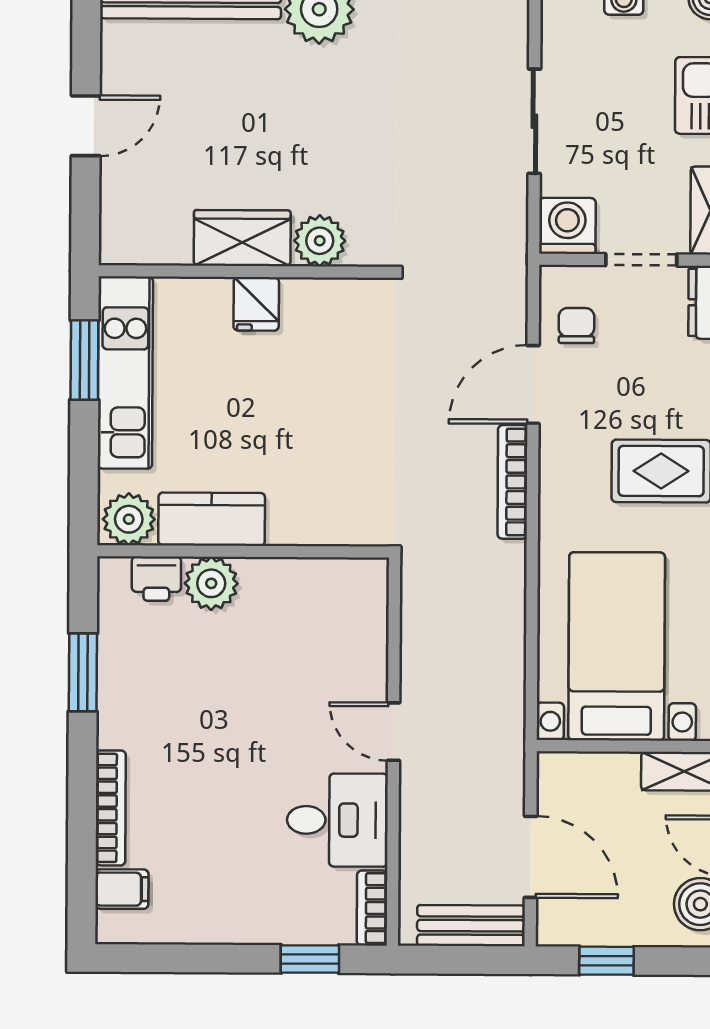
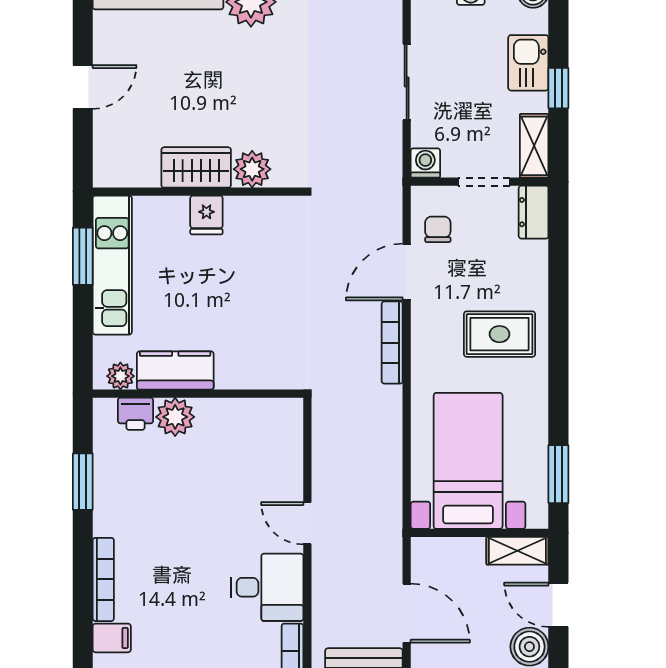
washing machine: (567, 226) -> (425, 163), width x0.73, depth x0.73
plant: (129, 519) -> (120, 376), width x0.73, depth x0.73

